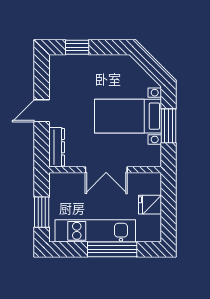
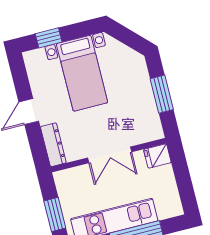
bed with nightstands: (128, 116) -> (82, 73), moved, turned -90
fridge: (150, 205) -> (157, 156), moved

